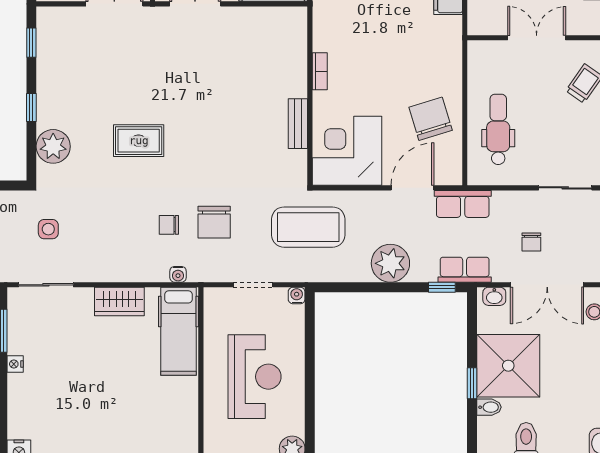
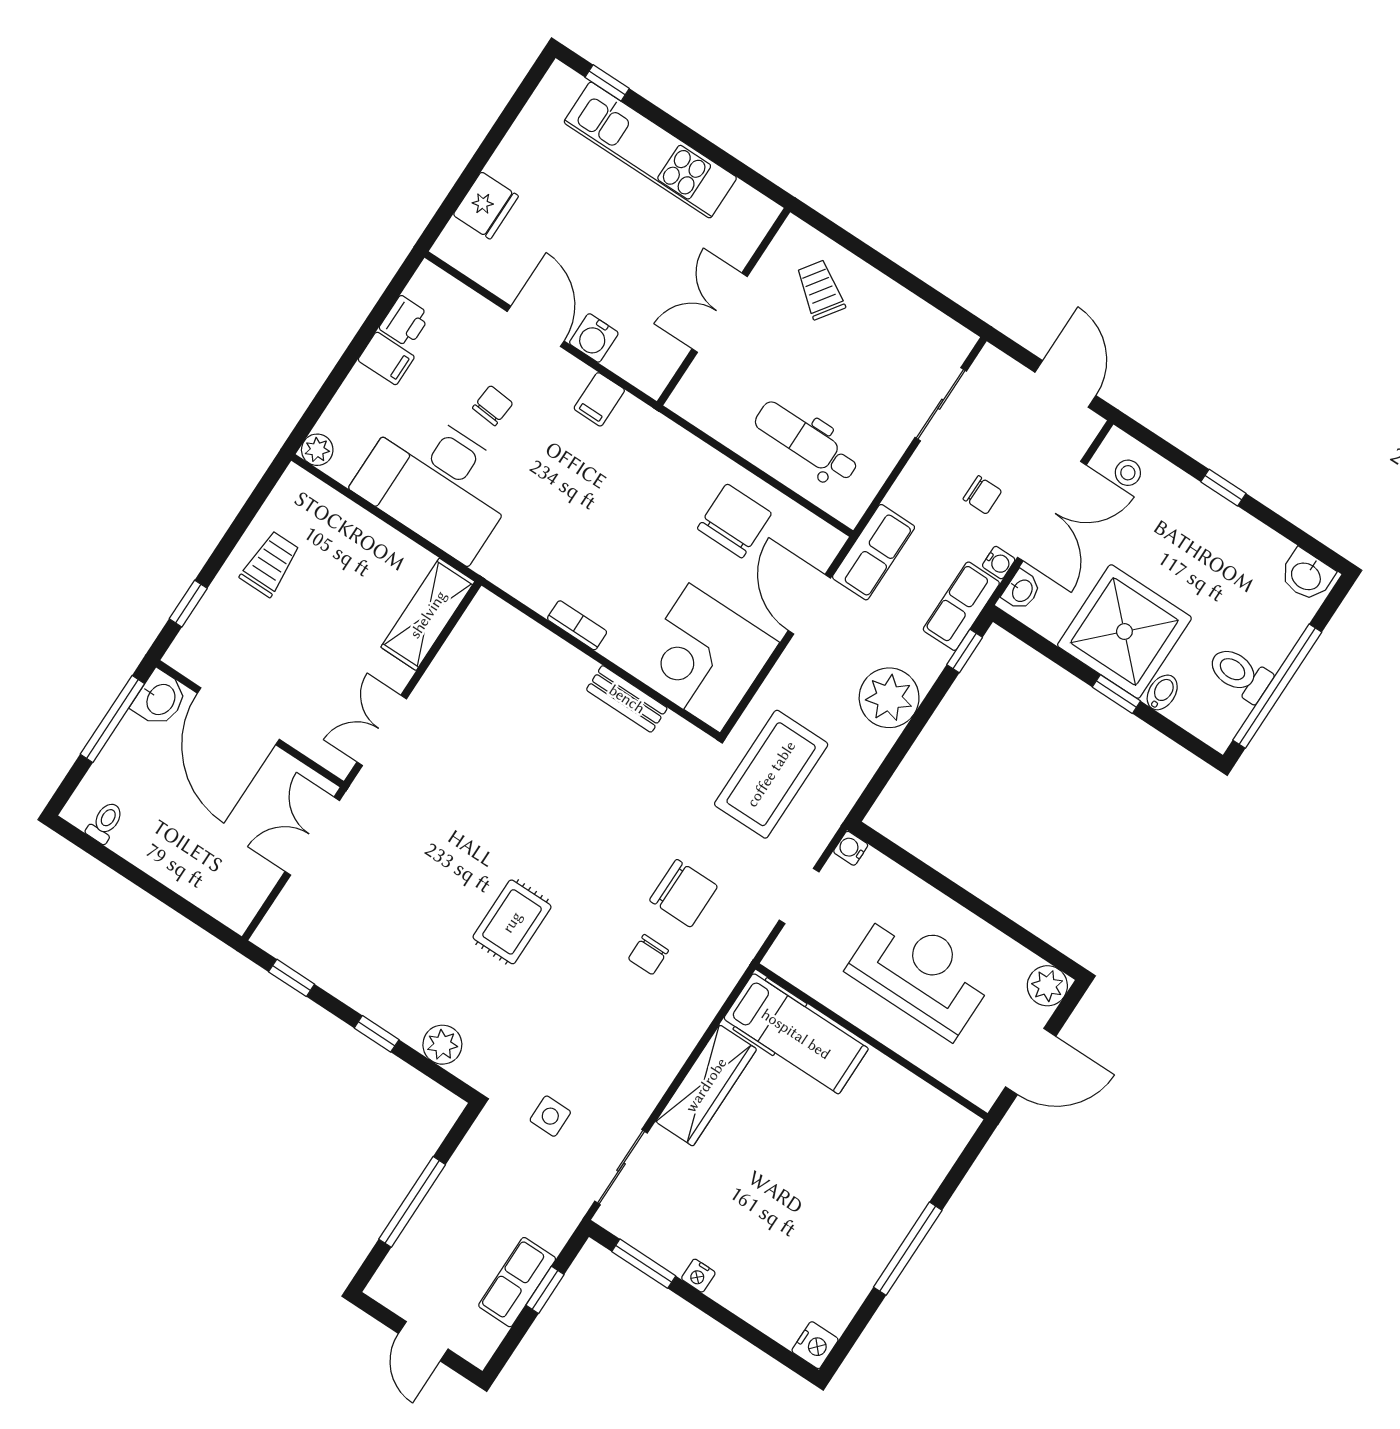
chair: (431, 119) -> (734, 521), turned 107
plant: (53, 146) -> (442, 1045), width x0.73, depth x0.73
water cooler: (178, 274) -> (999, 563), moved
wardrobe: (119, 302) -> (706, 1085), width x1.50

